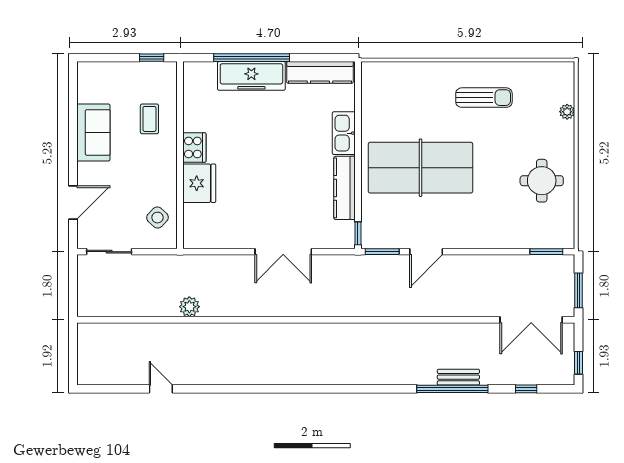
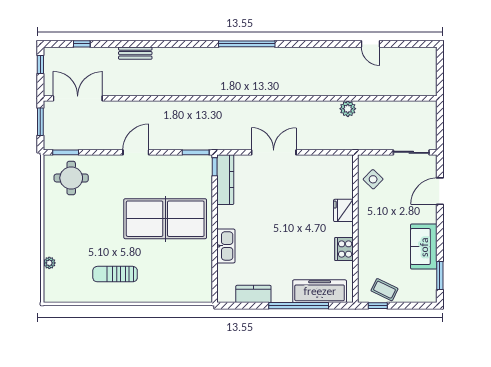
kitchen counter: (320, 72) -> (253, 294), width x0.67
freezer: (251, 76) -> (320, 291), moved
window: (73, 96) -> (440, 275), added
coffee table: (149, 119) -> (384, 290), moved, turned -64
cooker: (194, 147) -> (344, 249), moved
round table: (542, 181) -> (71, 178), moved
fridge: (199, 183) -> (343, 210), width x0.73, depth x0.75
kitchen counter: (345, 188) -> (225, 180), moved
door: (426, 252) -> (136, 152), moved
window: (452, 389) -> (247, 44), moved

